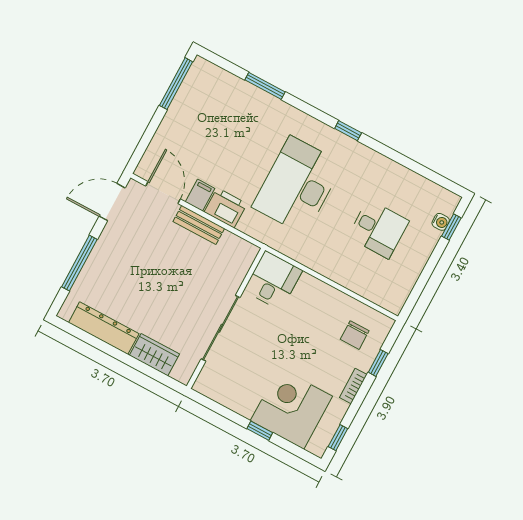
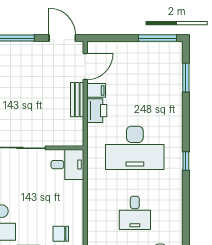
window: (265, 86) -> (186, 78), moved
desk: (297, 185) -> (135, 148), turned 180

